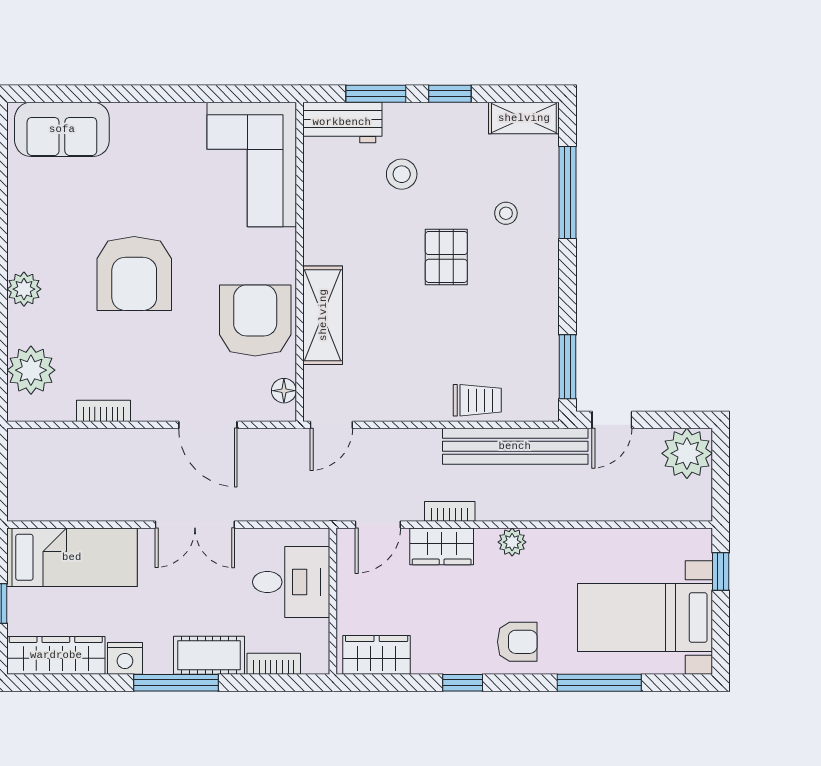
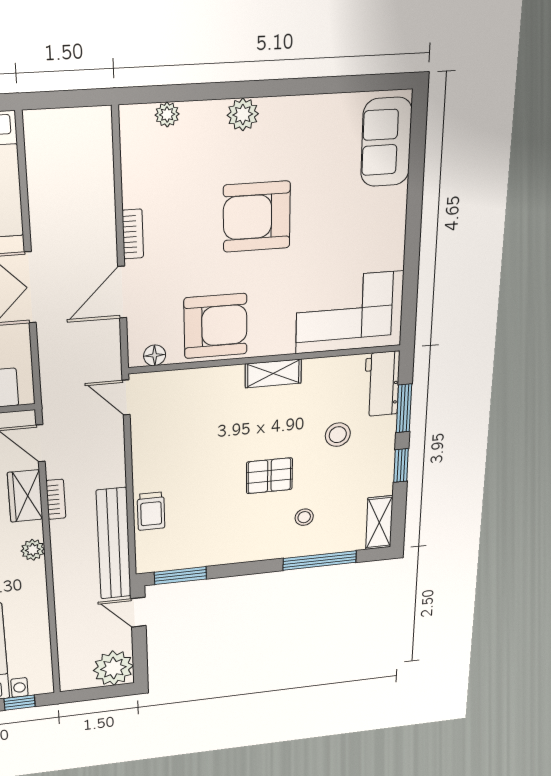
shelving: (323, 315) -> (273, 373), moved, width x0.67, depth x0.75
plant: (31, 370) -> (167, 114), width x0.53, depth x0.53
bookcase: (104, 411) -> (133, 234), moved

